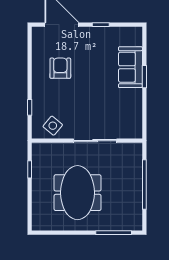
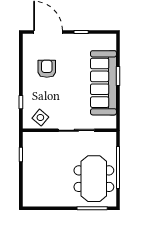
sofa: (130, 67) -> (103, 83), width x1.85, depth x1.27
meeting table: (78, 193) -> (94, 179), moved

